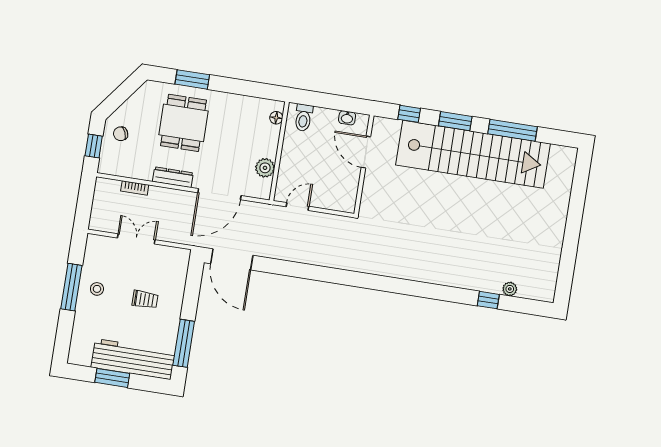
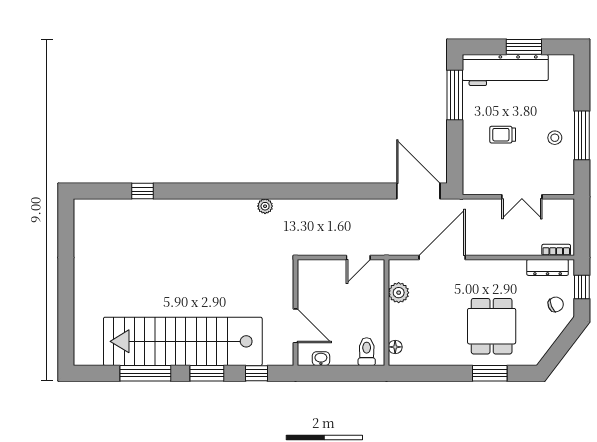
dresser: (173, 177) -> (548, 267), moved
bookcase: (135, 188) -> (556, 250), moved
plant: (510, 289) -> (265, 206), moved

